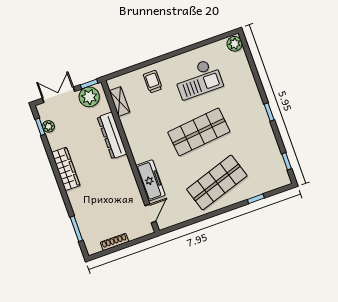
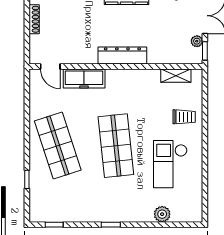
plant: (235, 44) -> (162, 214), moved
plant: (89, 97) -> (197, 41), width x0.53, depth x0.53
dresser: (112, 136) -> (122, 56), moved

